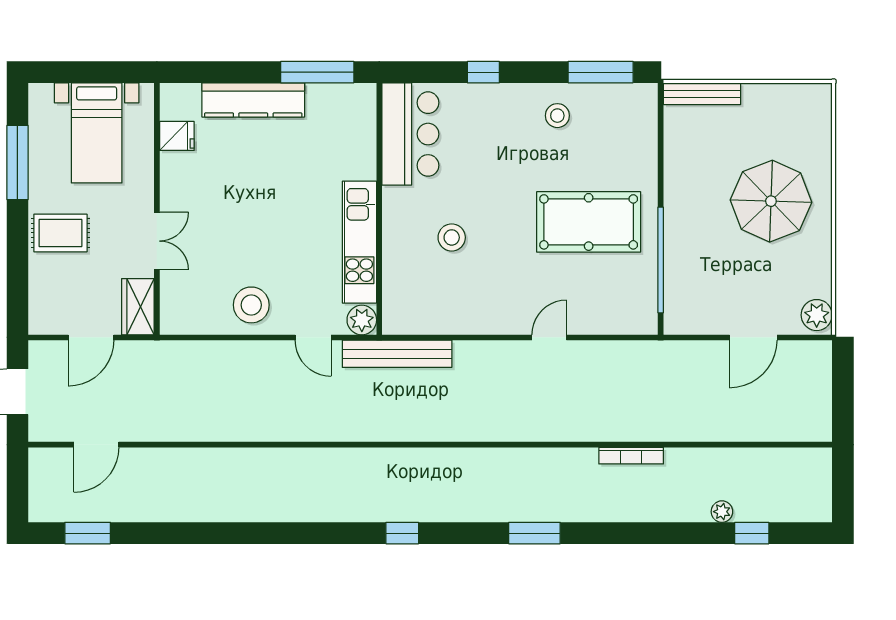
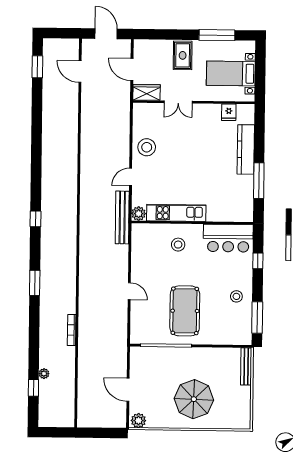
bar counter: (410, 134) -> (228, 238), moved
wall: (379, 209) -> (192, 223), moved
kitchen unit: (359, 242) -> (176, 213), moved
plant: (362, 320) -> (139, 214), moved

